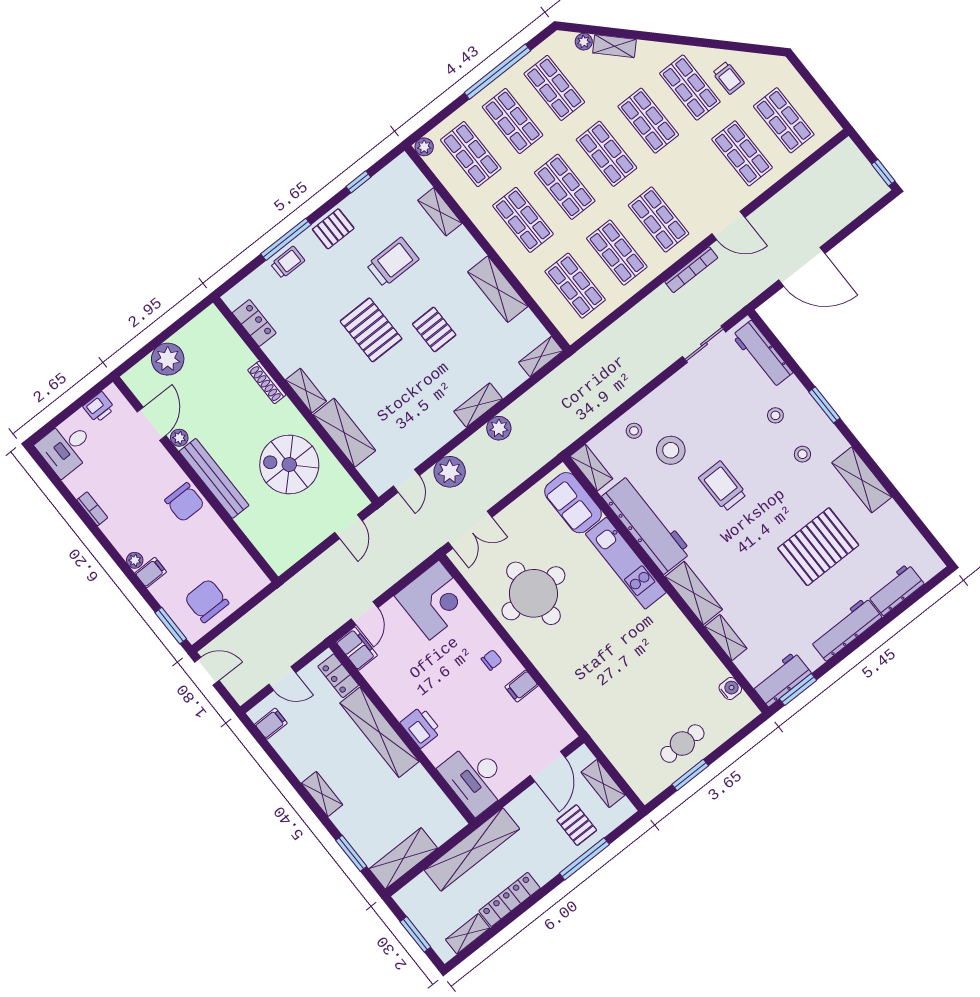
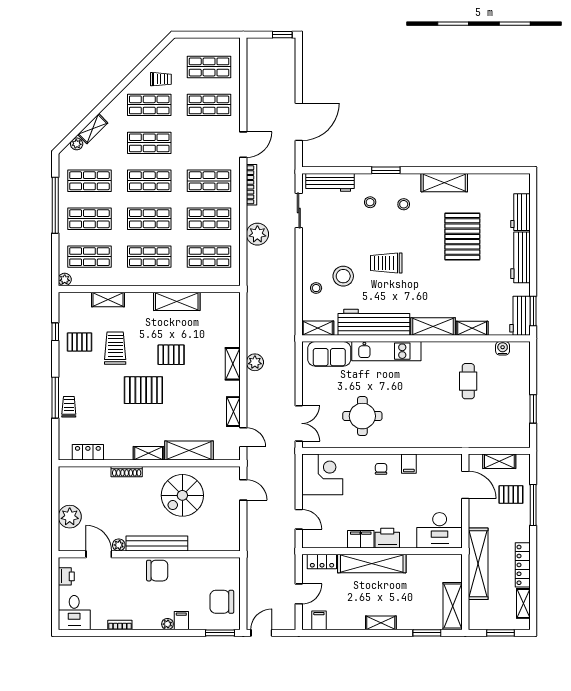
pallet: (333, 229) -> (80, 342), moved, turned 90
shelving: (541, 357) -> (233, 412), moved
plant: (450, 472) -> (257, 234), moved
round table: (533, 593) -> (362, 416), width x0.73, depth x0.73
filing cabinet: (357, 649) -> (361, 539), moved
cafe table: (682, 744) -> (468, 381), moved

